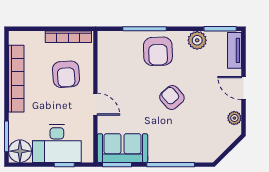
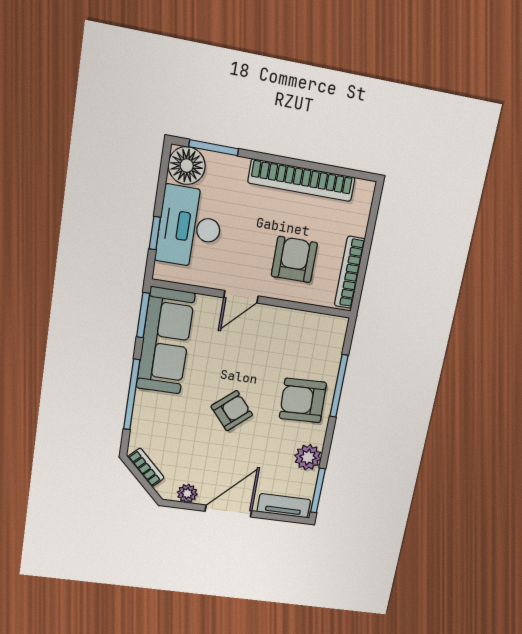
armchair: (66, 74) -> (294, 260), turned 94
door: (243, 88) -> (228, 511), width x1.37
sofa: (122, 148) -> (165, 341), width x1.36
bookcase: (220, 148) -> (146, 467), added

